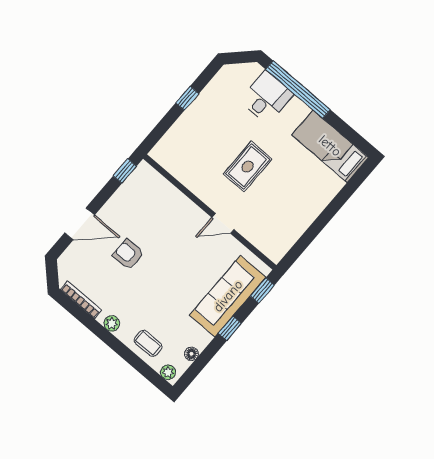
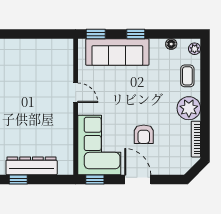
dresser: (189, 122) -> (32, 166), added
rug: (248, 167) -> (28, 107), removed
corner sofa: (154, 203) -> (99, 145), added
door: (80, 224) -> (138, 180), moved
plant: (112, 324) -> (189, 108), width x1.88, depth x1.88

